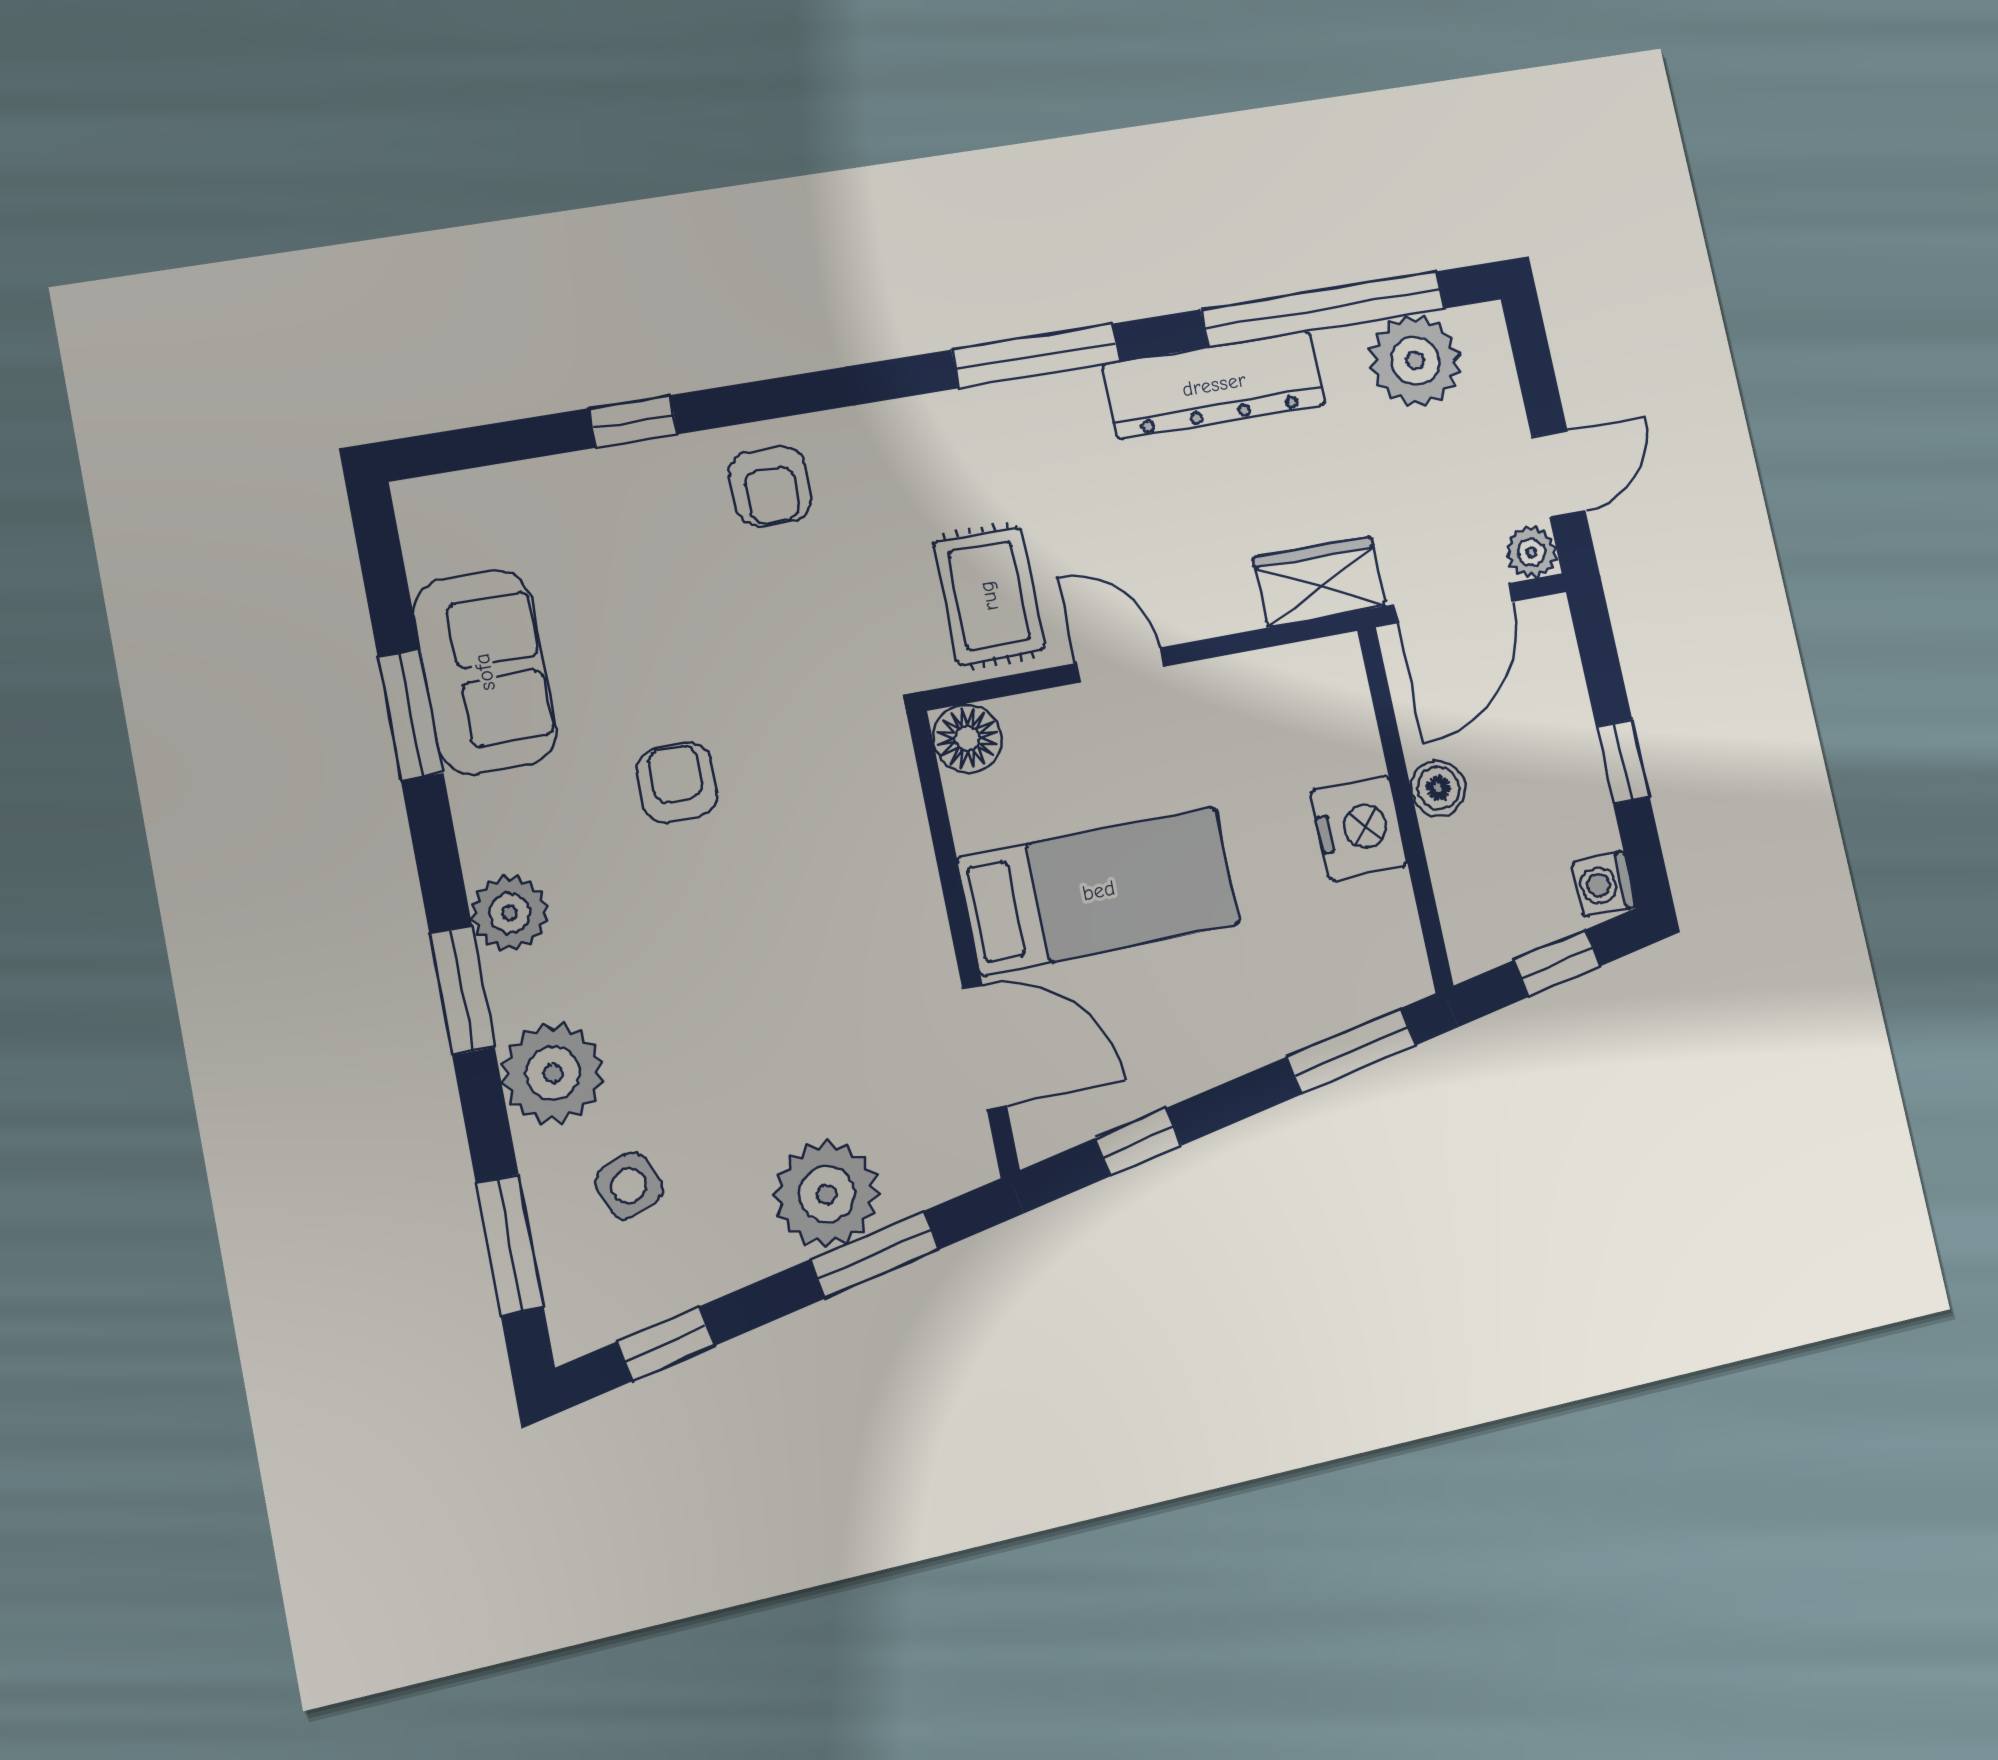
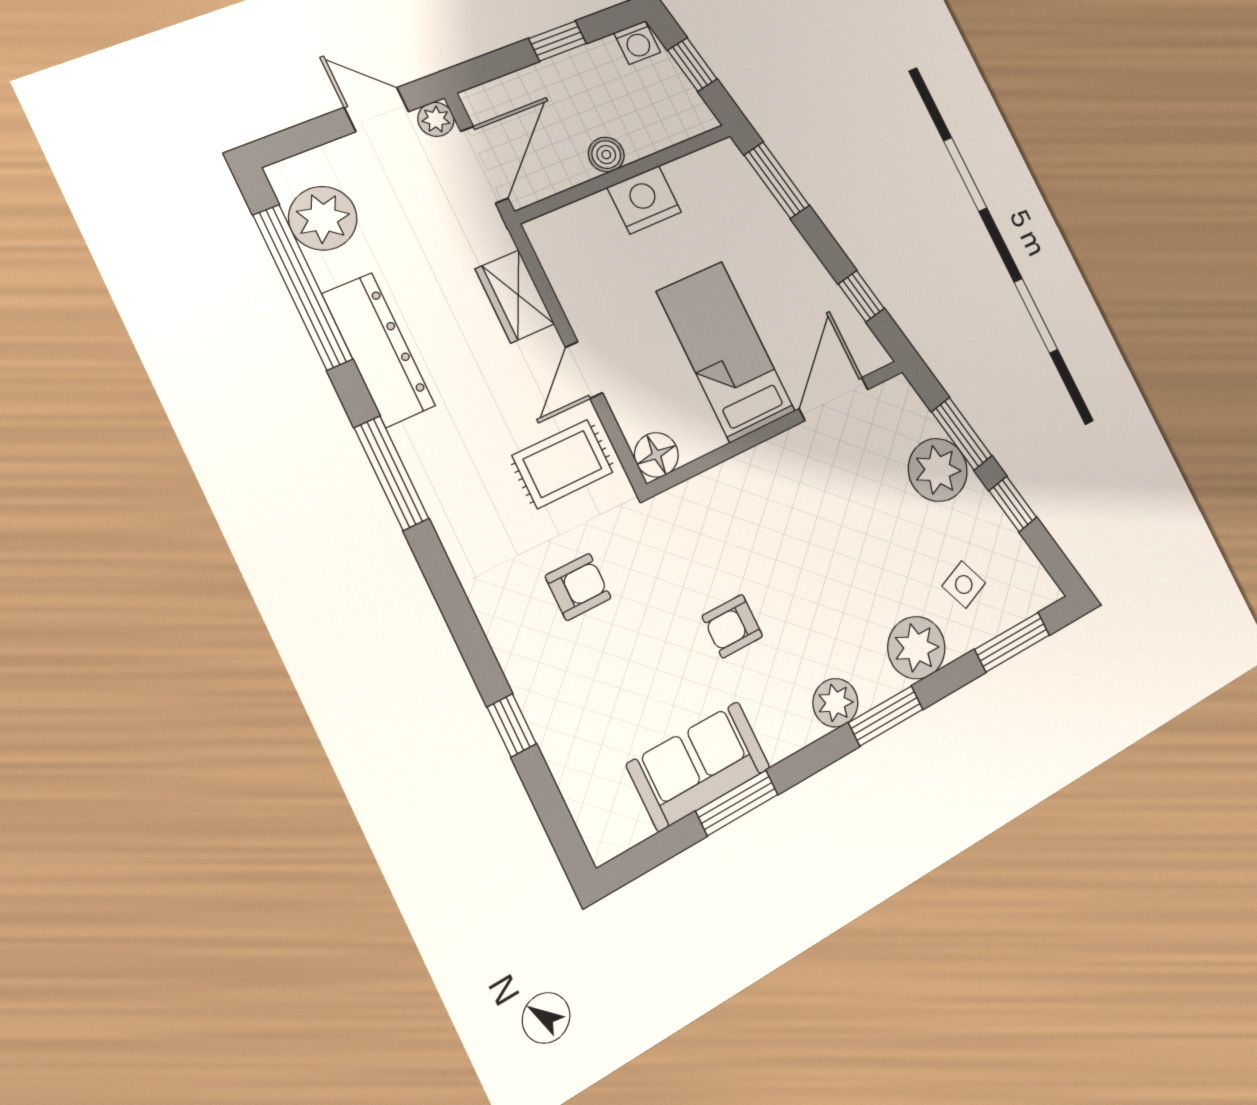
armchair: (770, 486) -> (578, 587), moved
wardrobe: (1320, 581) -> (515, 296), moved
door: (1453, 603) -> (484, 165), hinge flipped
window: (666, 1344) -> (1013, 504), moved

